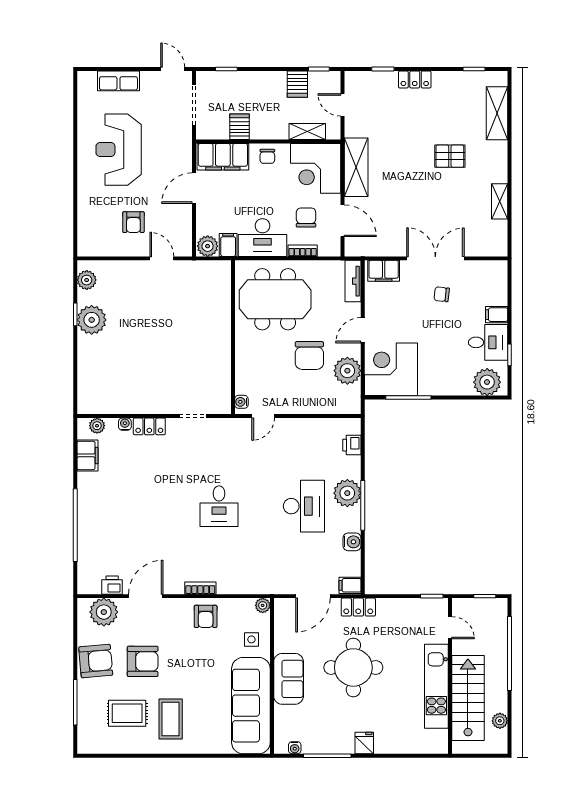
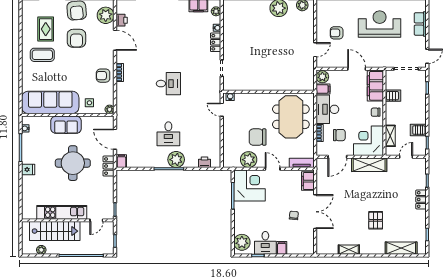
desk: (219, 506) -> (168, 84), turned 180
desk: (304, 506) -> (168, 134), width x0.73
water cooler: (352, 542) -> (147, 162), removed

